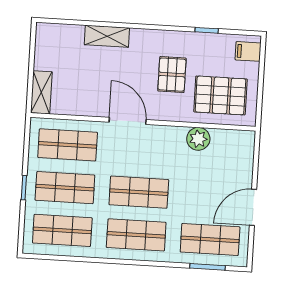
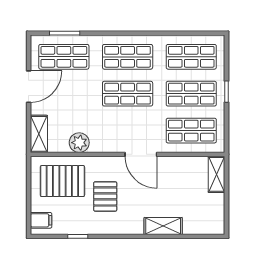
shelving: (245, 152) -> (39, 134), added

